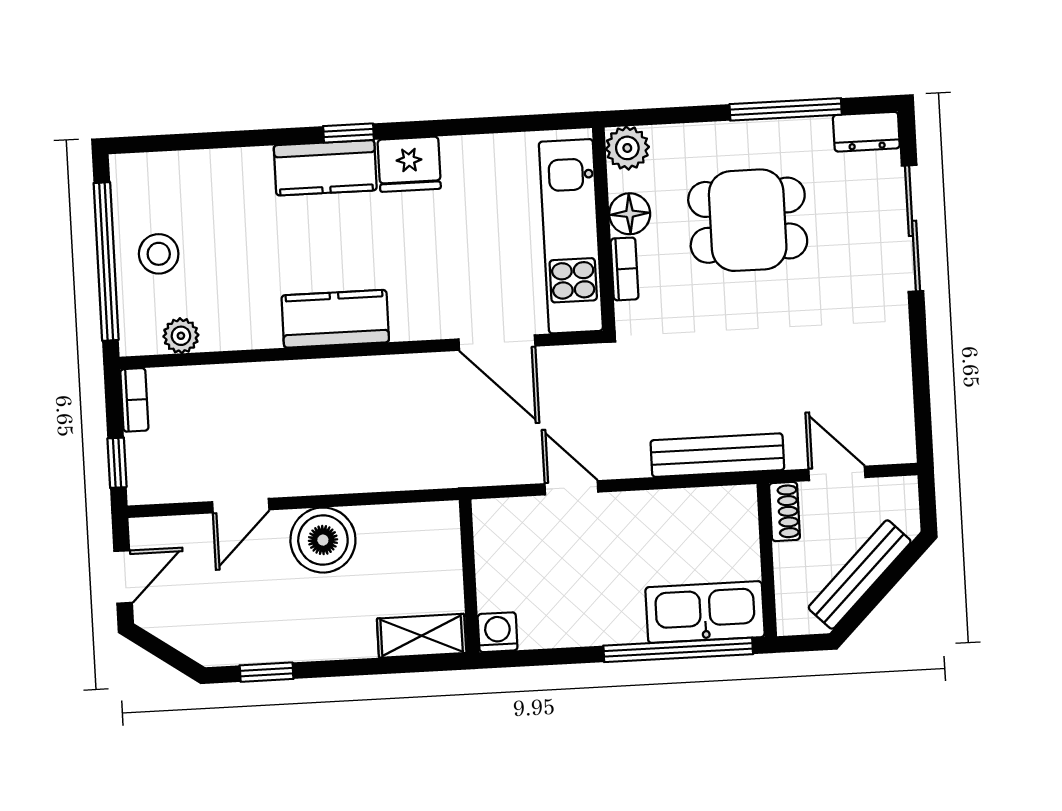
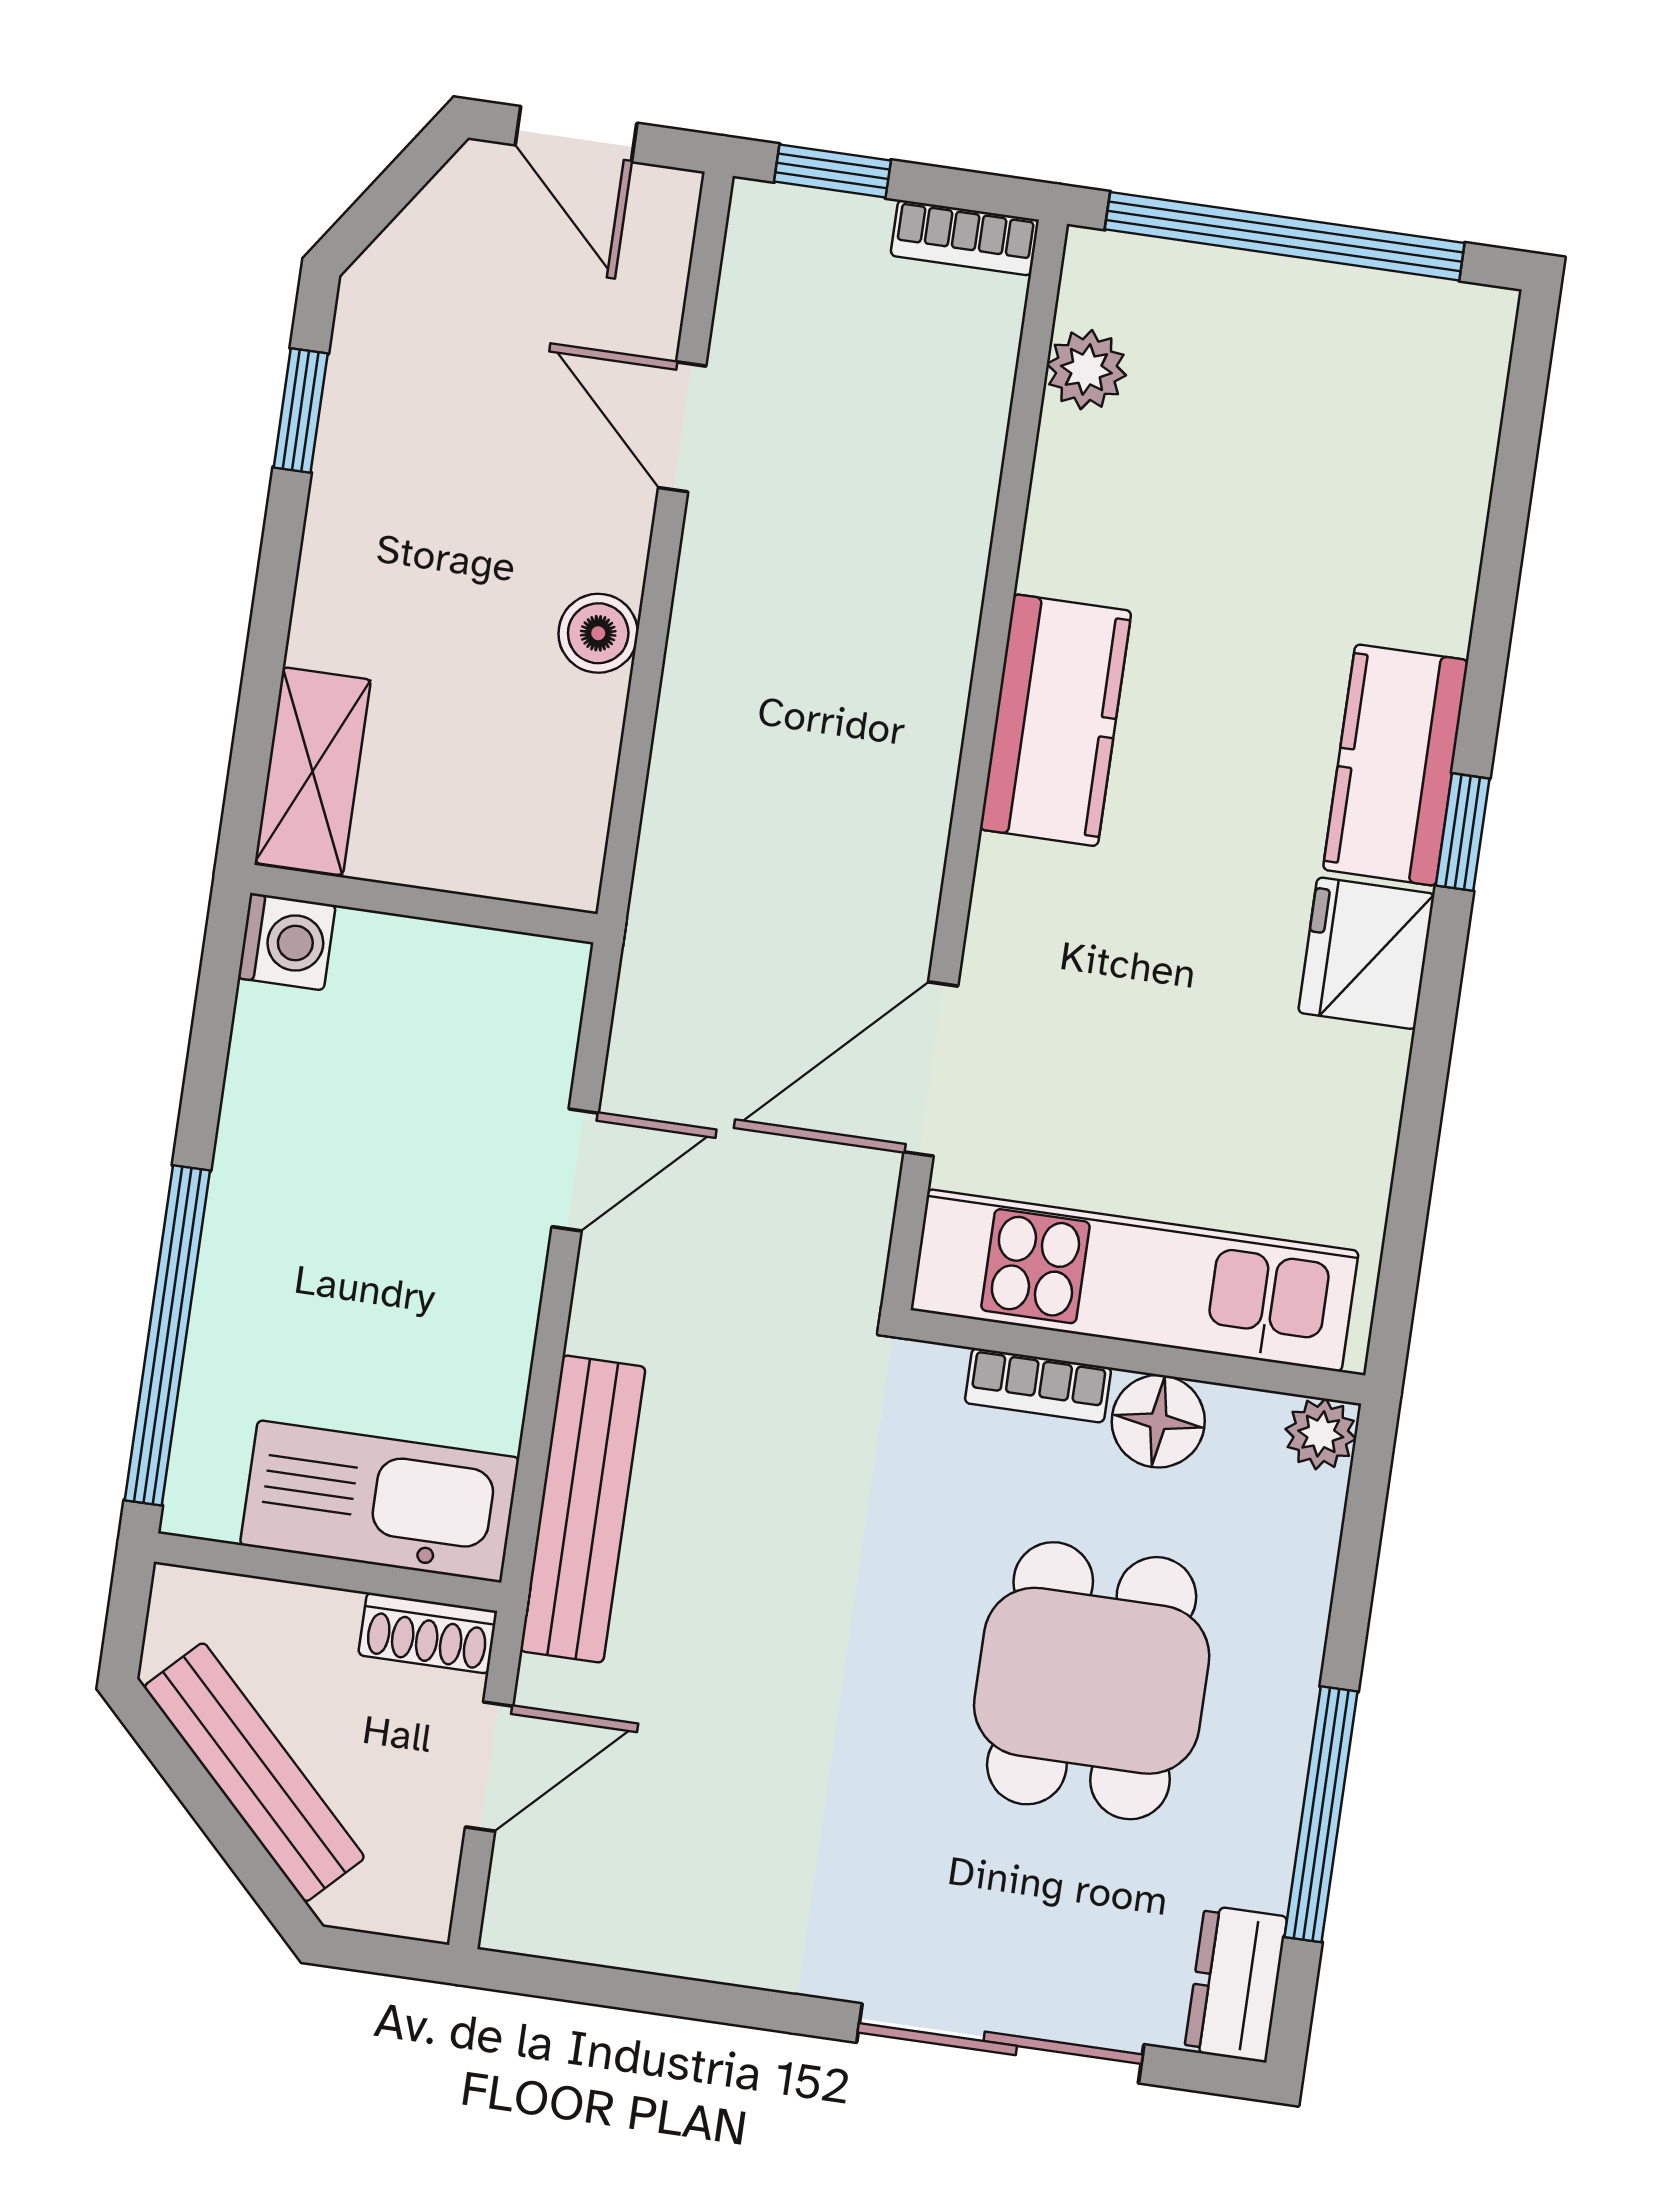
plant: (627, 148) -> (1321, 1434), width x0.73, depth x0.73
stool: (159, 254) -> (1278, 357), removed
boiler: (323, 540) -> (598, 633), width x0.54, depth x0.54
kitchen sink: (705, 612) -> (380, 1501), moved, turned -90

